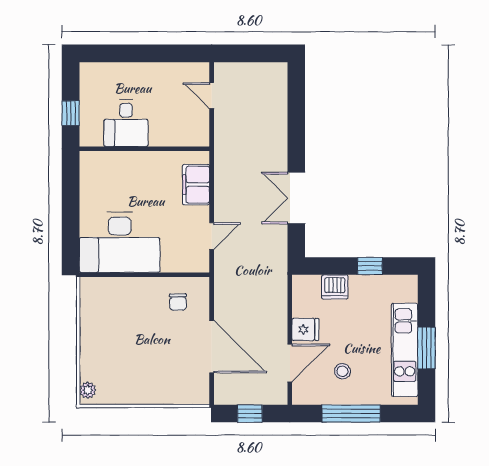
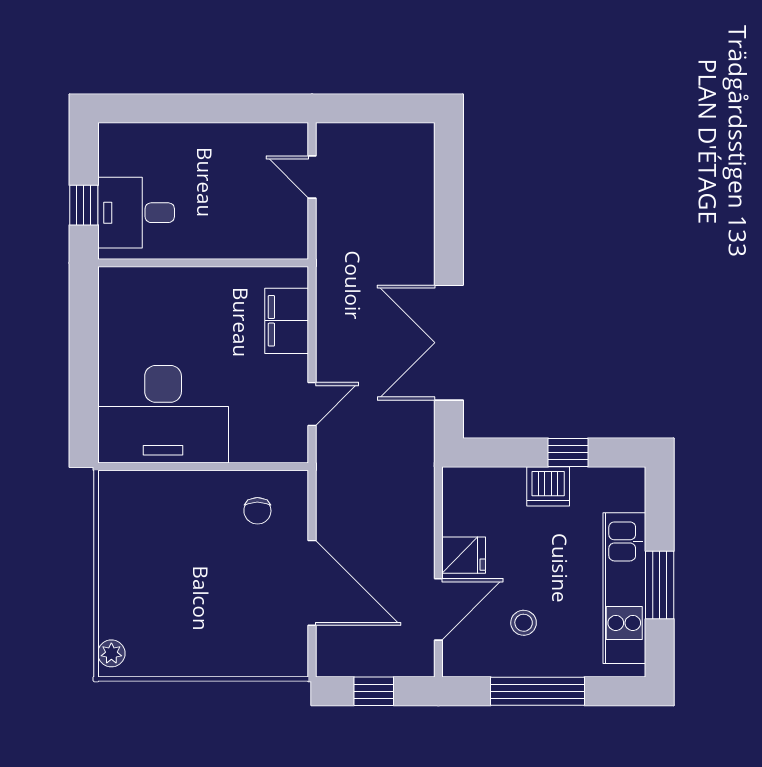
desk: (126, 123) -> (136, 213), moved, turned 90
double door: (296, 198) -> (449, 343), width x1.37
dishwasher: (335, 287) -> (548, 486), moved

